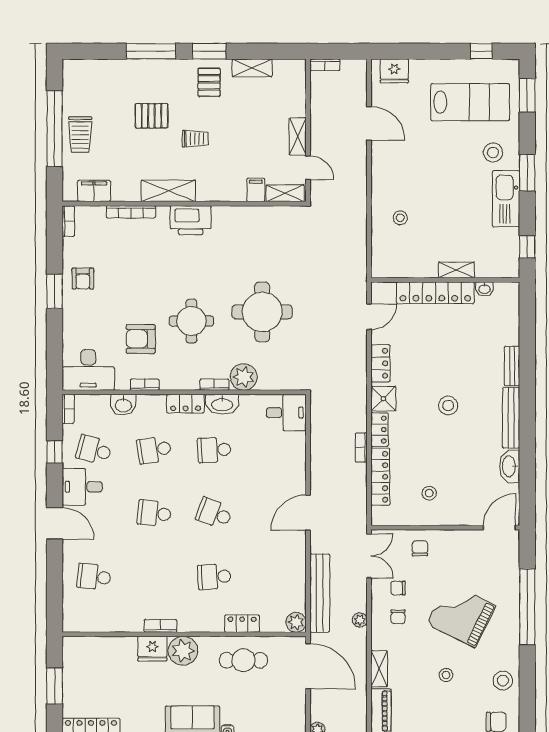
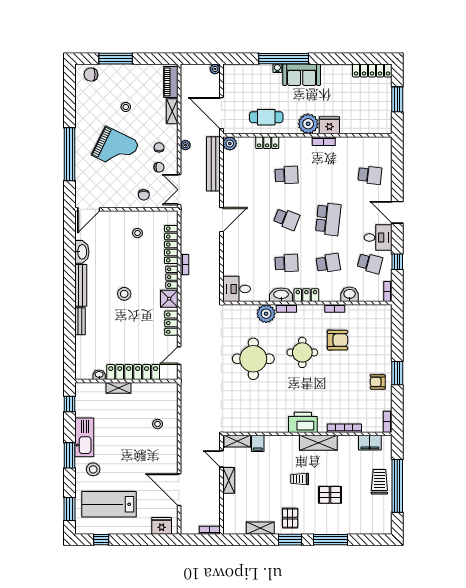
door: (369, 123) -> (179, 490), width x1.36
armchair: (83, 279) -> (378, 382), turned -90
desk: (88, 370) -> (374, 319), removed
school desk: (154, 513) -> (328, 219), width x1.85
stool: (503, 681) -> (86, 103), removed

